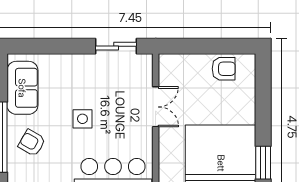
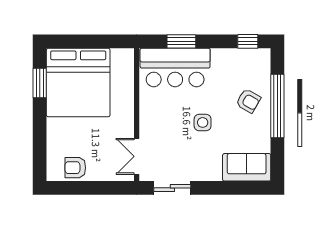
sofa: (22, 88) -> (247, 167), moved, turned 90
double door: (156, 107) -> (137, 156), moved

